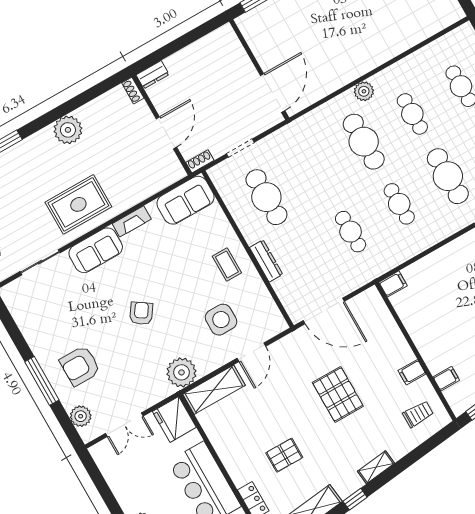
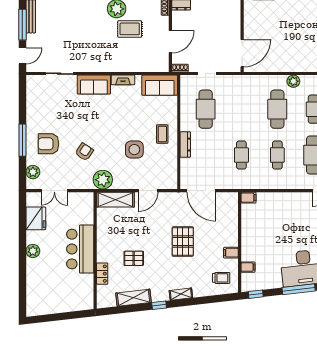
rug: (78, 204) -> (130, 29), moved, width x0.73, depth x0.70
armchair: (141, 313) -> (84, 152), moved
side table: (221, 320) -> (134, 150), moved
fridge: (174, 419) -> (36, 218), moved, turned 180

